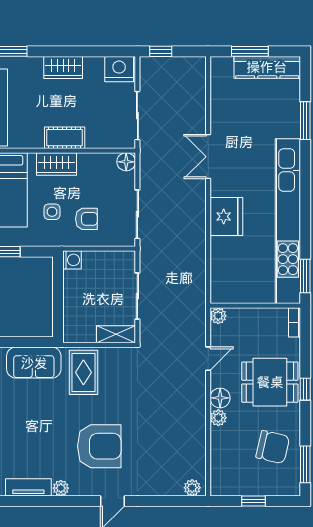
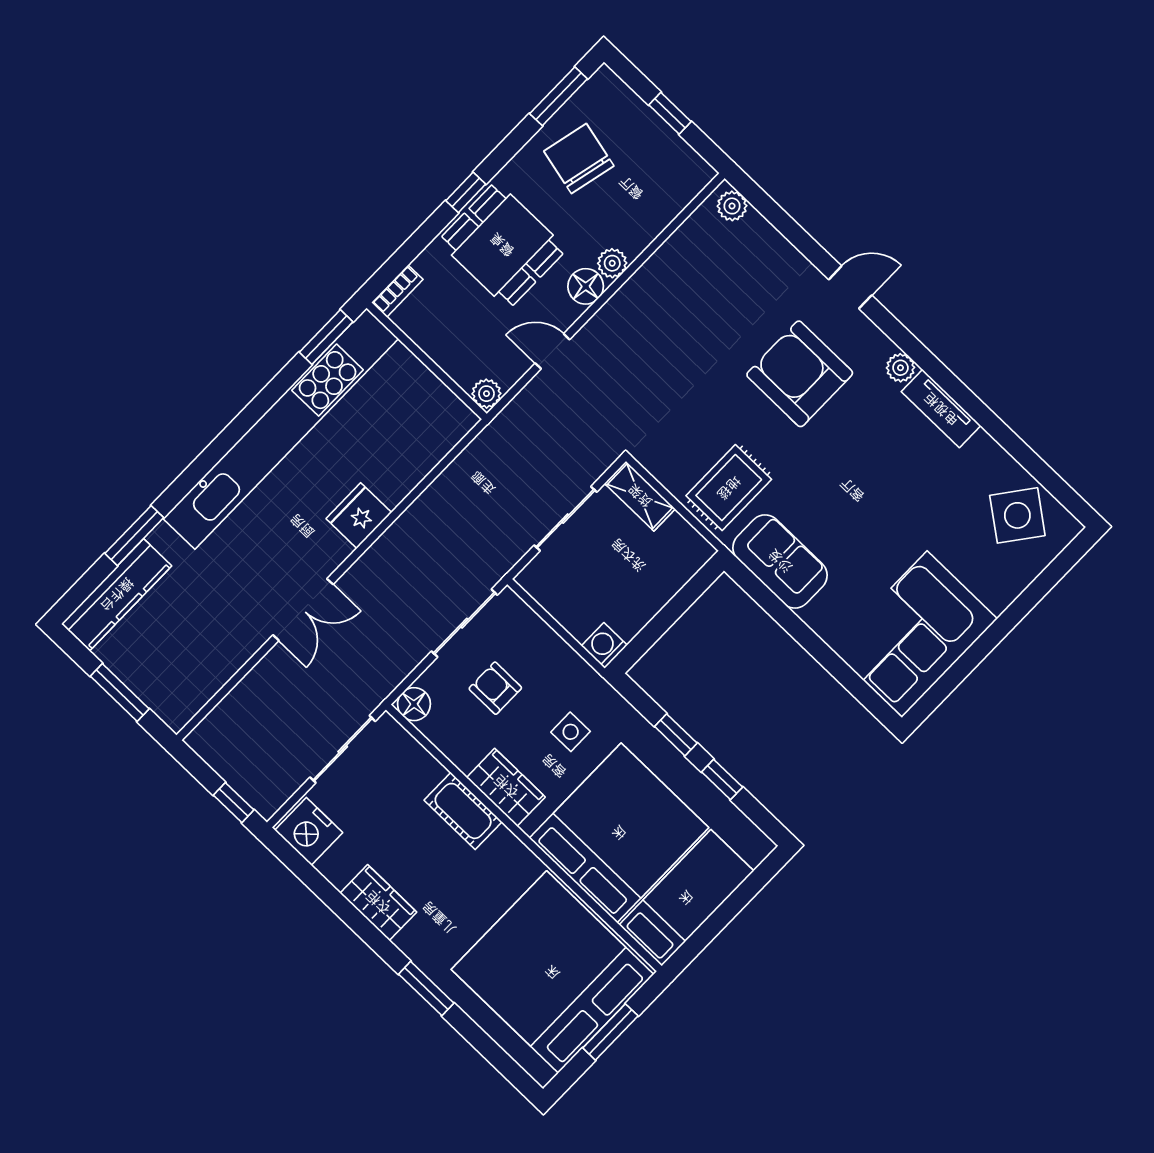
kitchen counter: (267, 67) -> (117, 595), moved, turned 90
fridge: (226, 216) -> (359, 516), width x0.73, depth x0.75
armchair: (86, 219) -> (495, 688), moved

